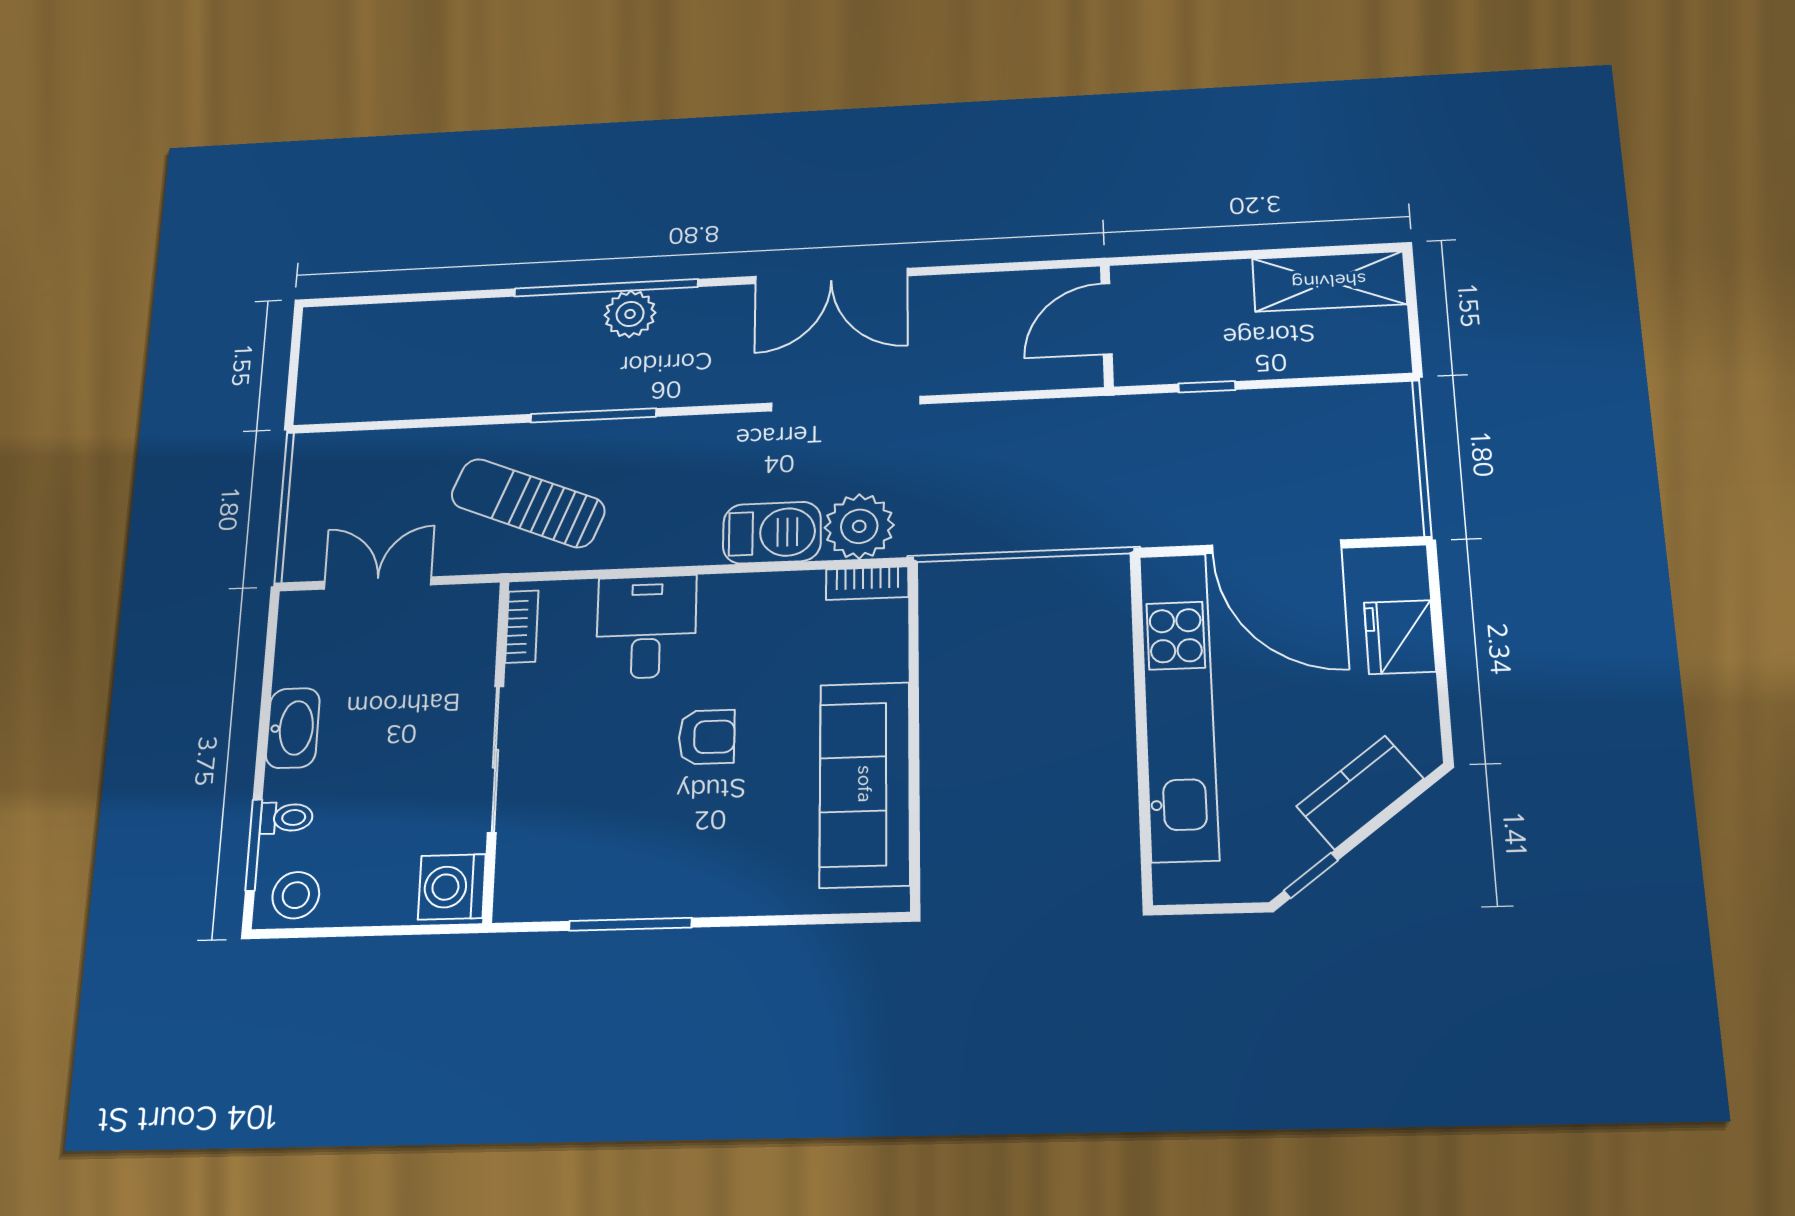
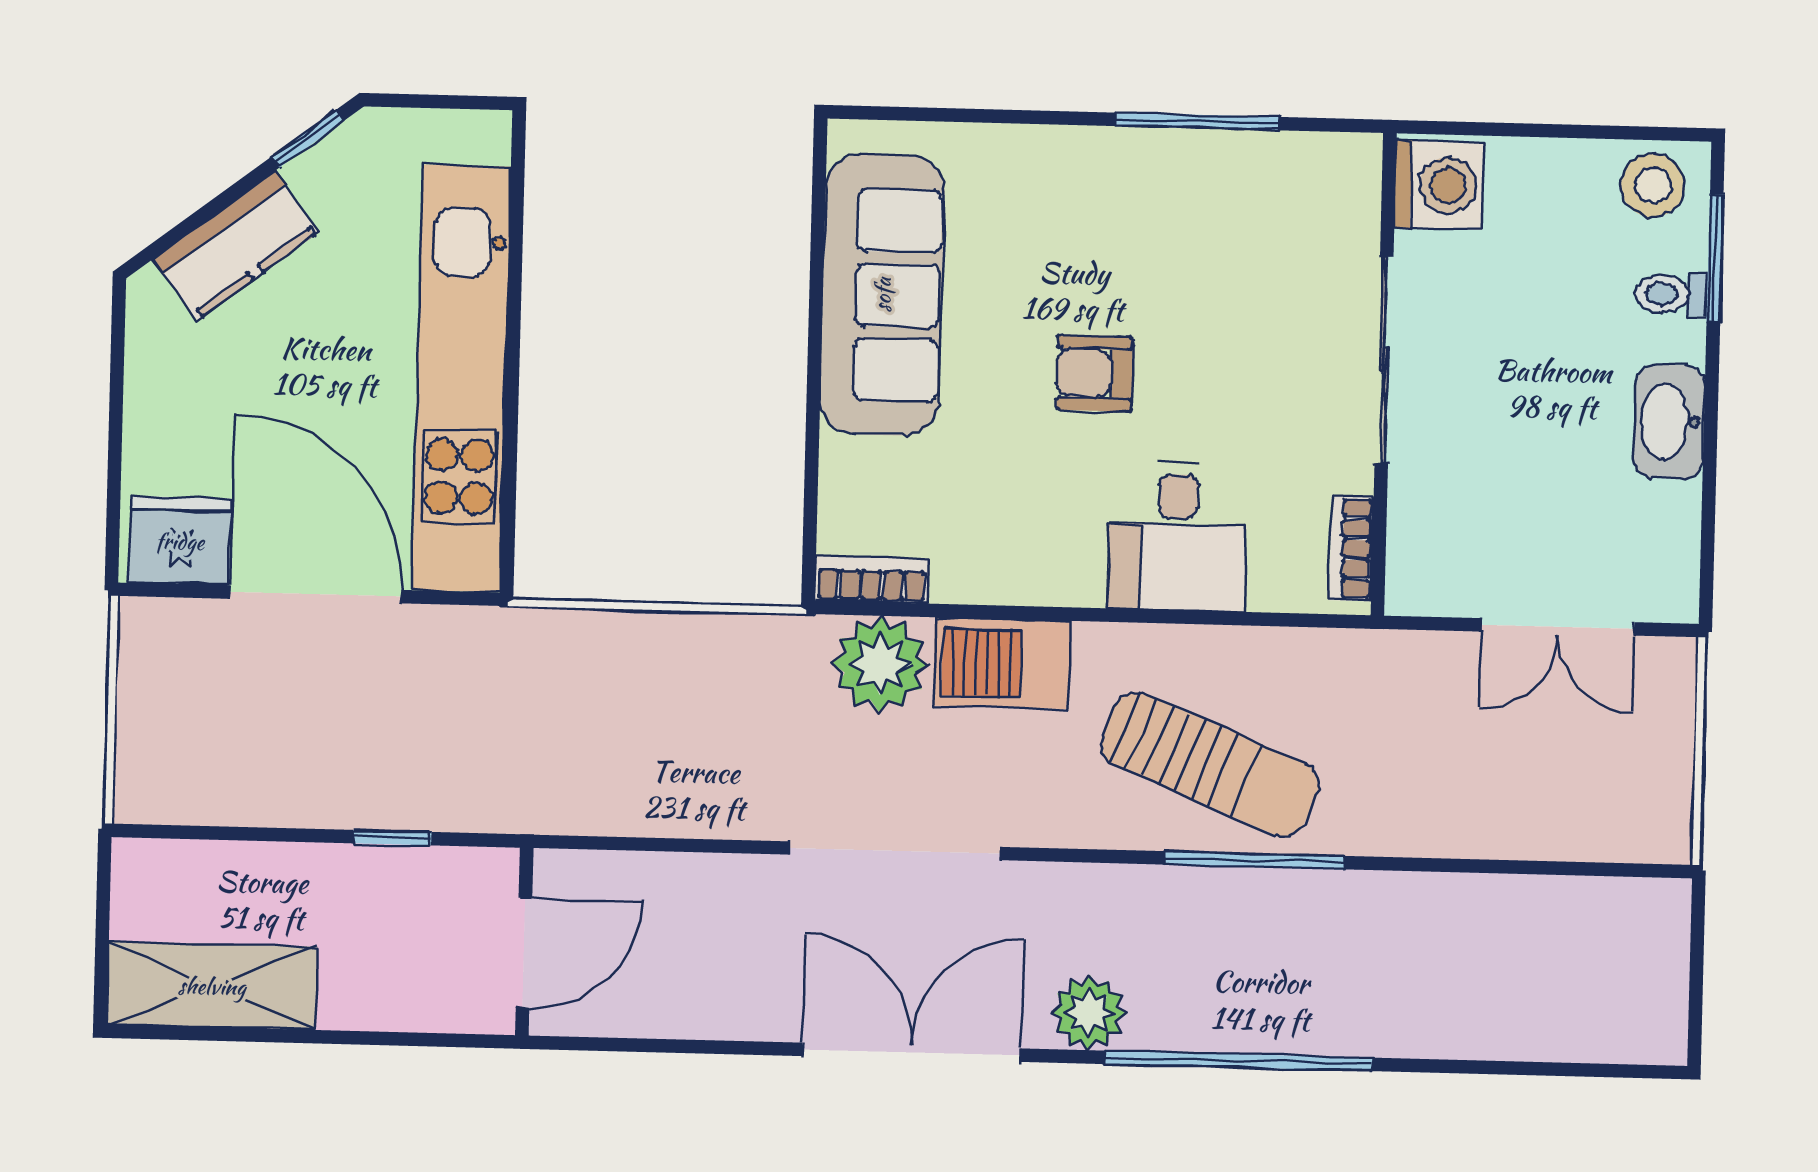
plant: (630, 314) -> (1089, 1013), moved
sun lounger: (528, 503) -> (1210, 764), moved
fridge: (1400, 637) -> (180, 541), moved, turned -90

